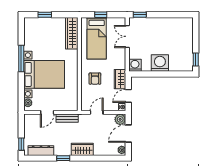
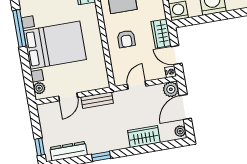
door: (128, 96) -> (176, 55), hinge flipped
wardrobe: (82, 149) -> (144, 136), moved

